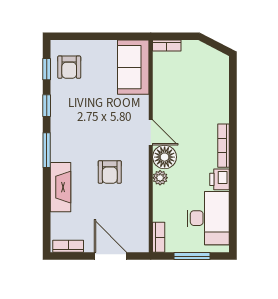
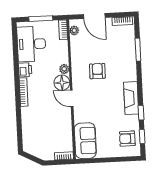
armchair: (69, 67) -> (127, 139), turned -90
window: (47, 150) -> (138, 50), moved
fireplace: (60, 187) -> (131, 98), moved
plant: (142, 236) -> (74, 30), added

